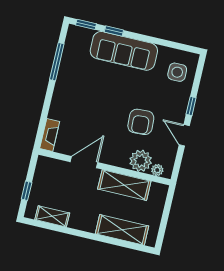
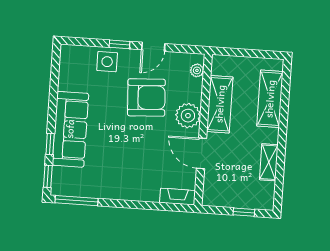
window: (57, 62) -> (76, 201), moved
side table: (177, 72) -> (107, 62), moved
armchair: (141, 122) -> (146, 98), width x1.36, depth x1.36
plant: (141, 161) -> (188, 116), moved
shelving: (52, 216) -> (269, 162), moved

